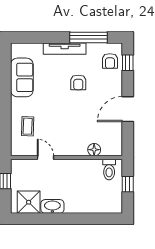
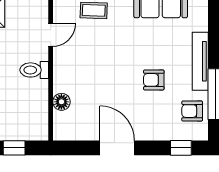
armchair: (110, 61) -> (192, 111), moved
toilet: (109, 170) -> (34, 70), moved

